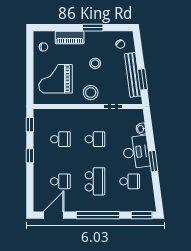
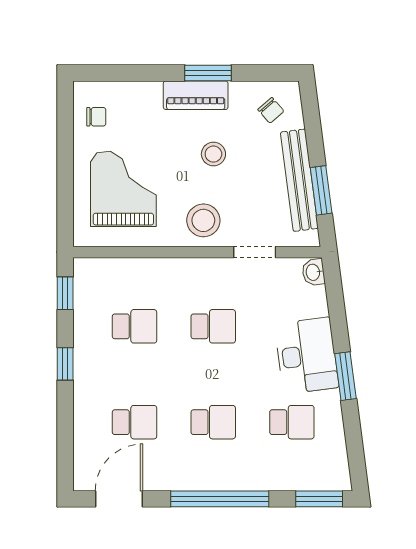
piano: (70, 37) -> (196, 95), moved
grand piano: (55, 79) -> (123, 189), turned 90
washbasin: (141, 129) -> (313, 272), moved
school desk: (95, 181) -> (213, 422), width x0.54

